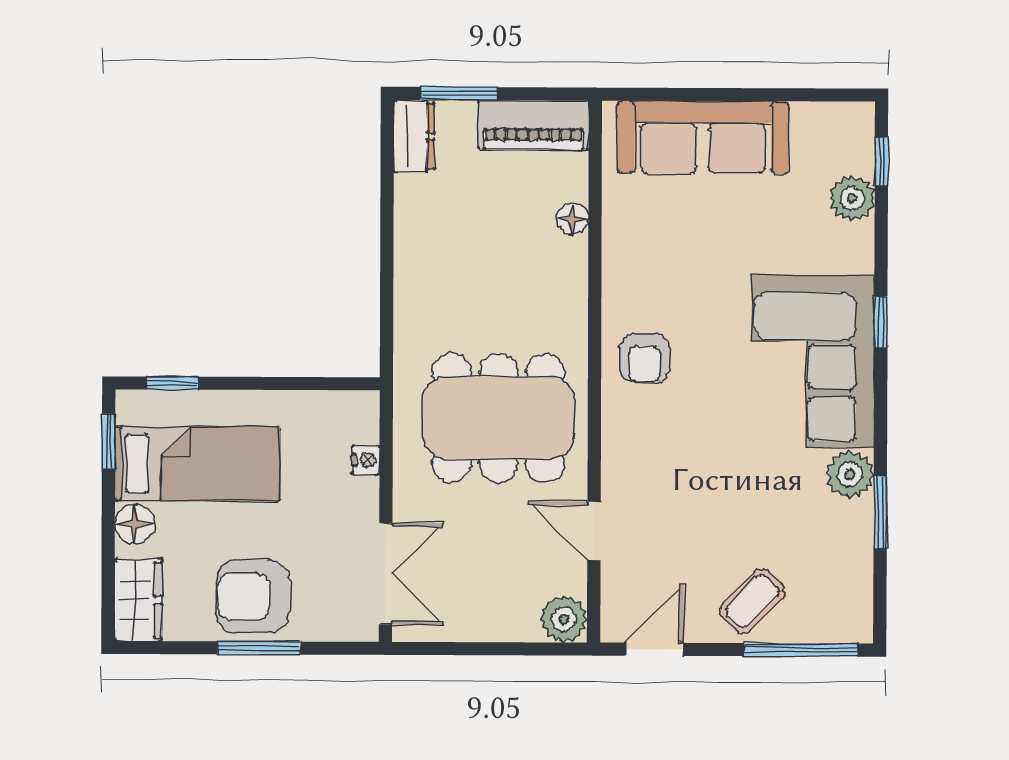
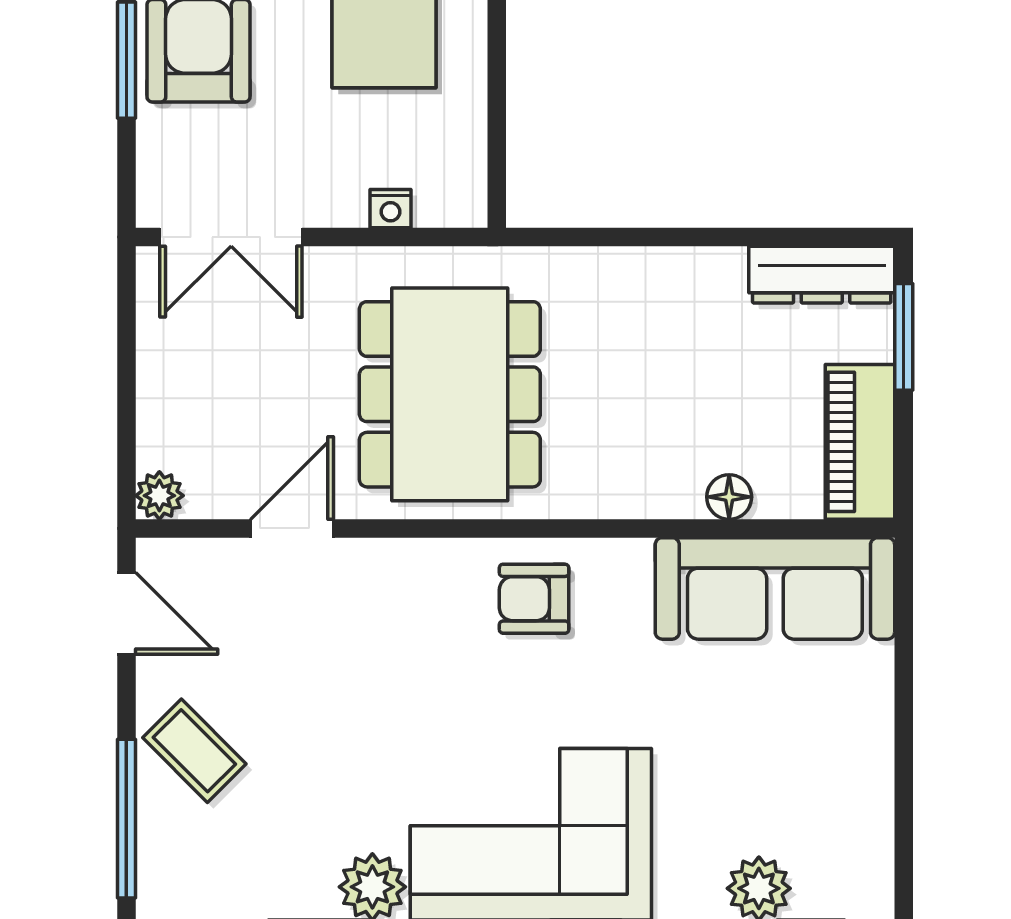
dresser: (414, 136) -> (822, 275), width x1.44
sofa: (703, 137) -> (775, 588), moved, turned -90
plant: (564, 619) -> (159, 496), width x0.73, depth x0.73

